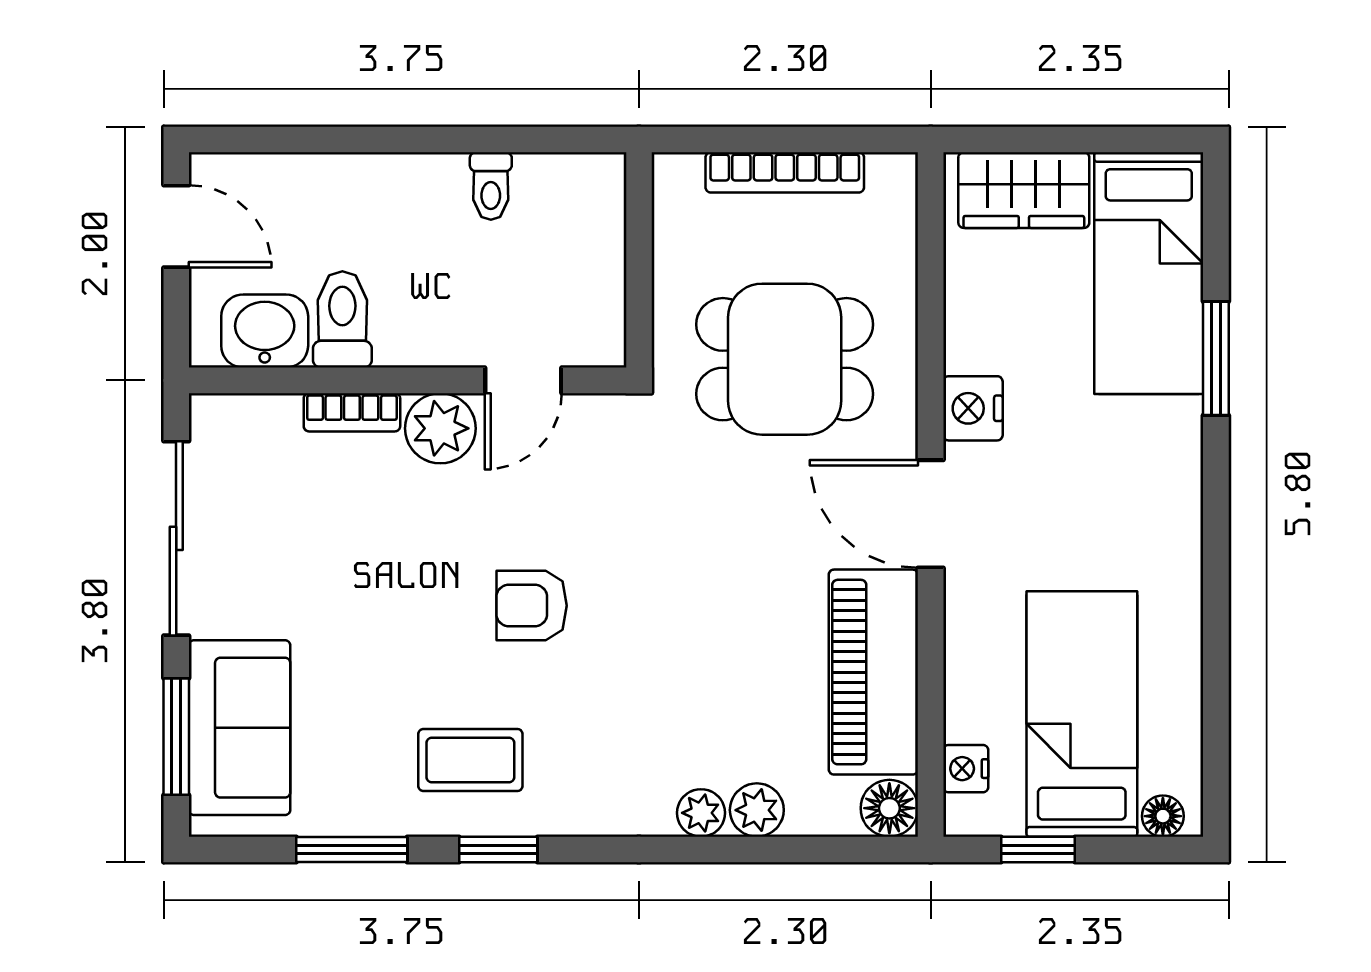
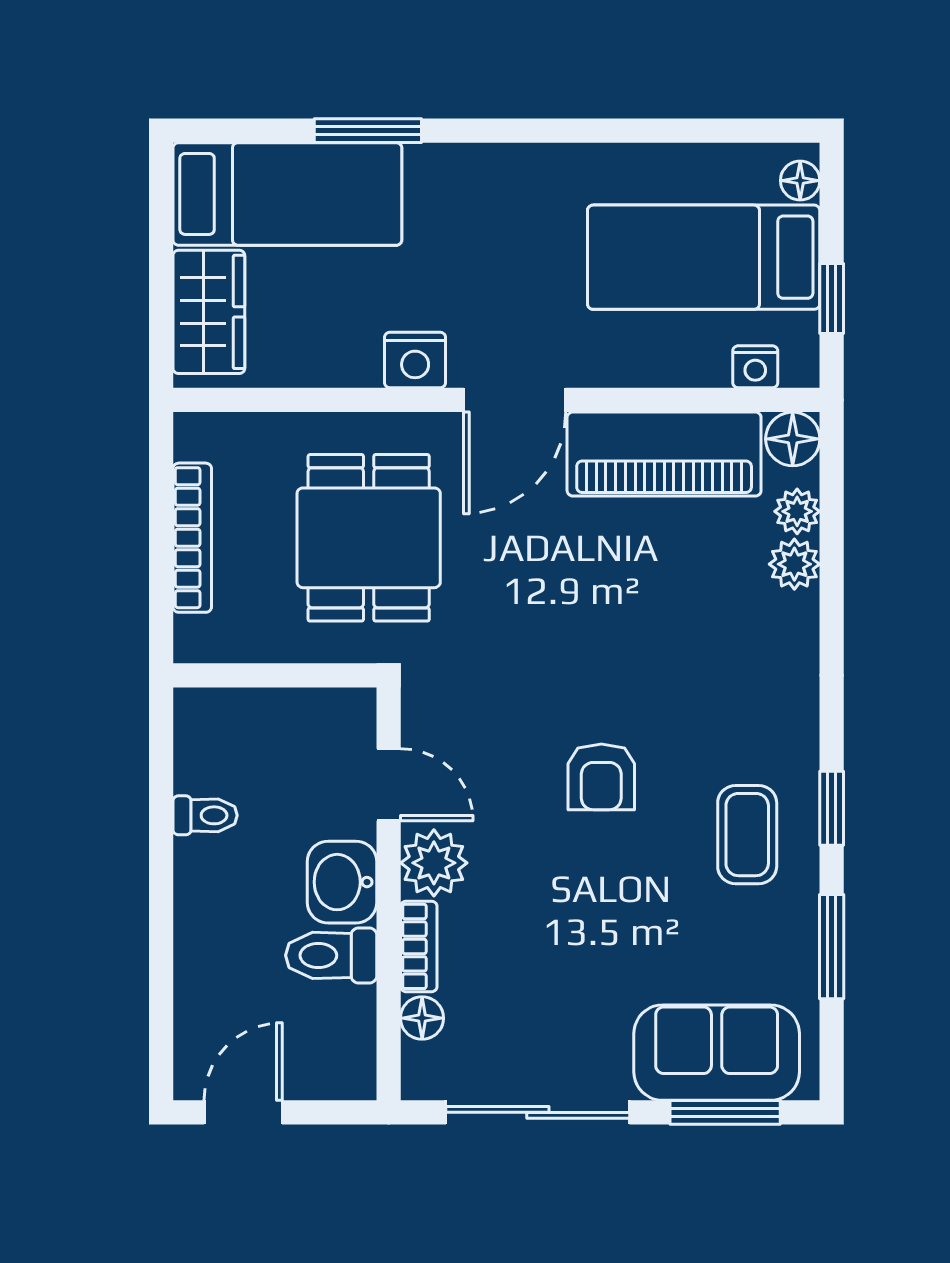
washbasin: (265, 331) -> (342, 882), moved
floor lamp: (276, 416) -> (422, 1018), added
plant: (701, 813) -> (797, 511), moved

